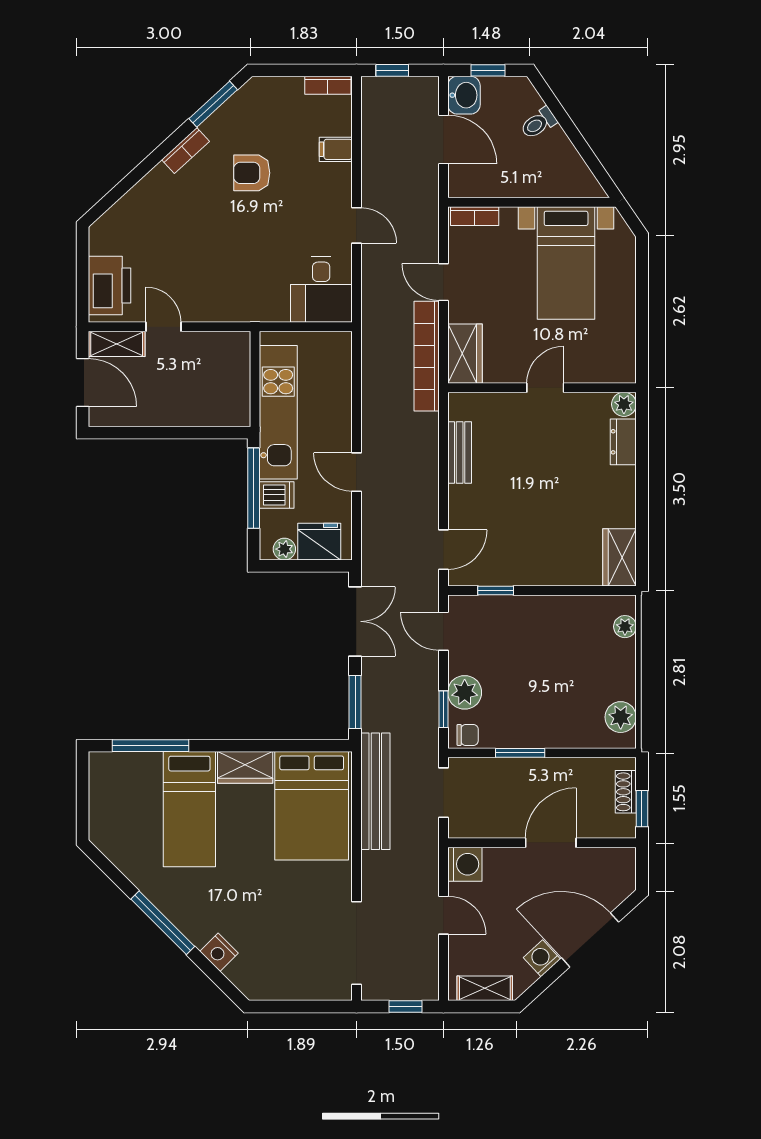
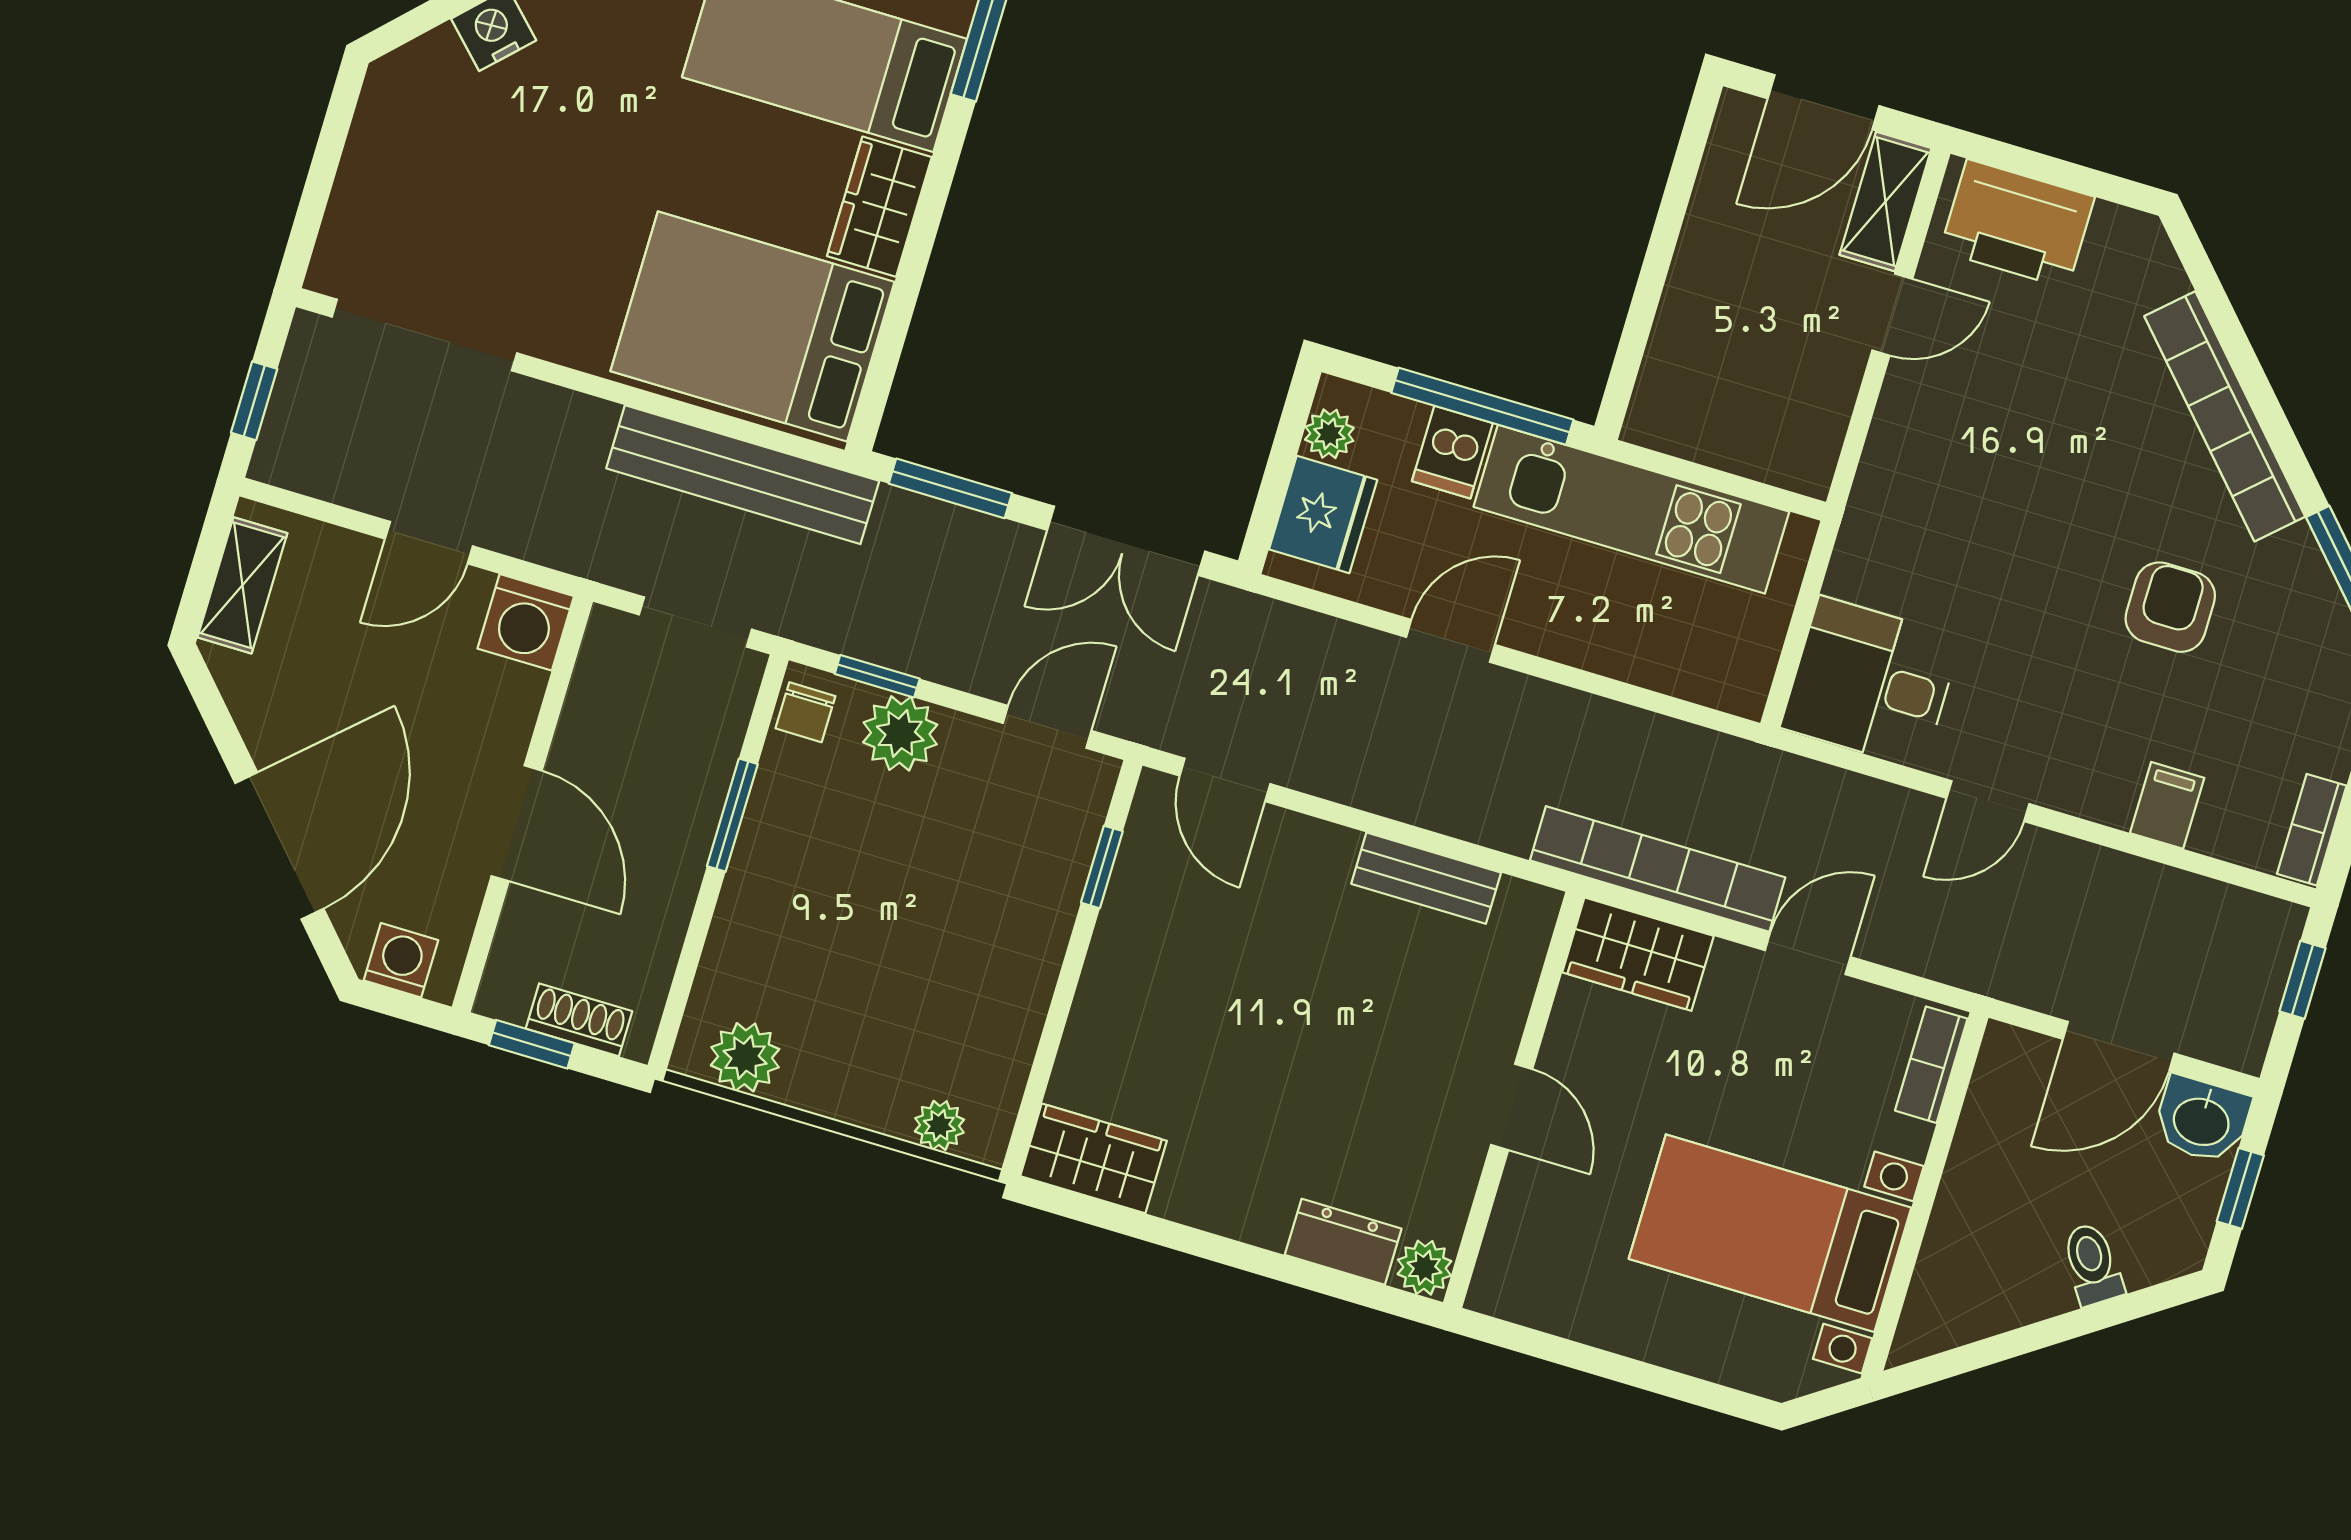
bookcase: (186, 150) -> (2225, 416), width x2.31, depth x1.31
washing machine: (542, 958) -> (401, 960), moved, turned -48

